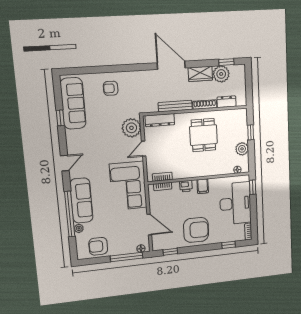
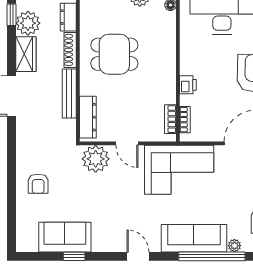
sofa: (73, 103) -> (65, 237), width x0.73
filing cabinet: (203, 186) -> (190, 60), removed

